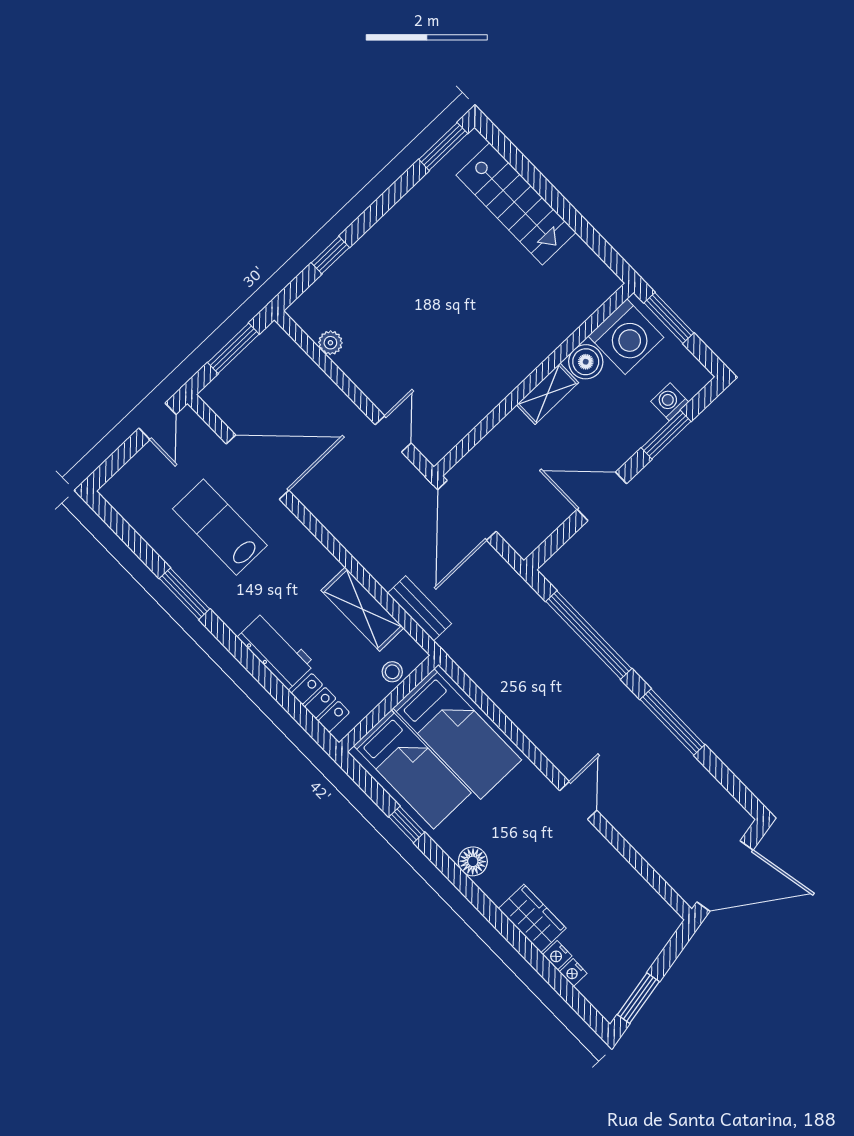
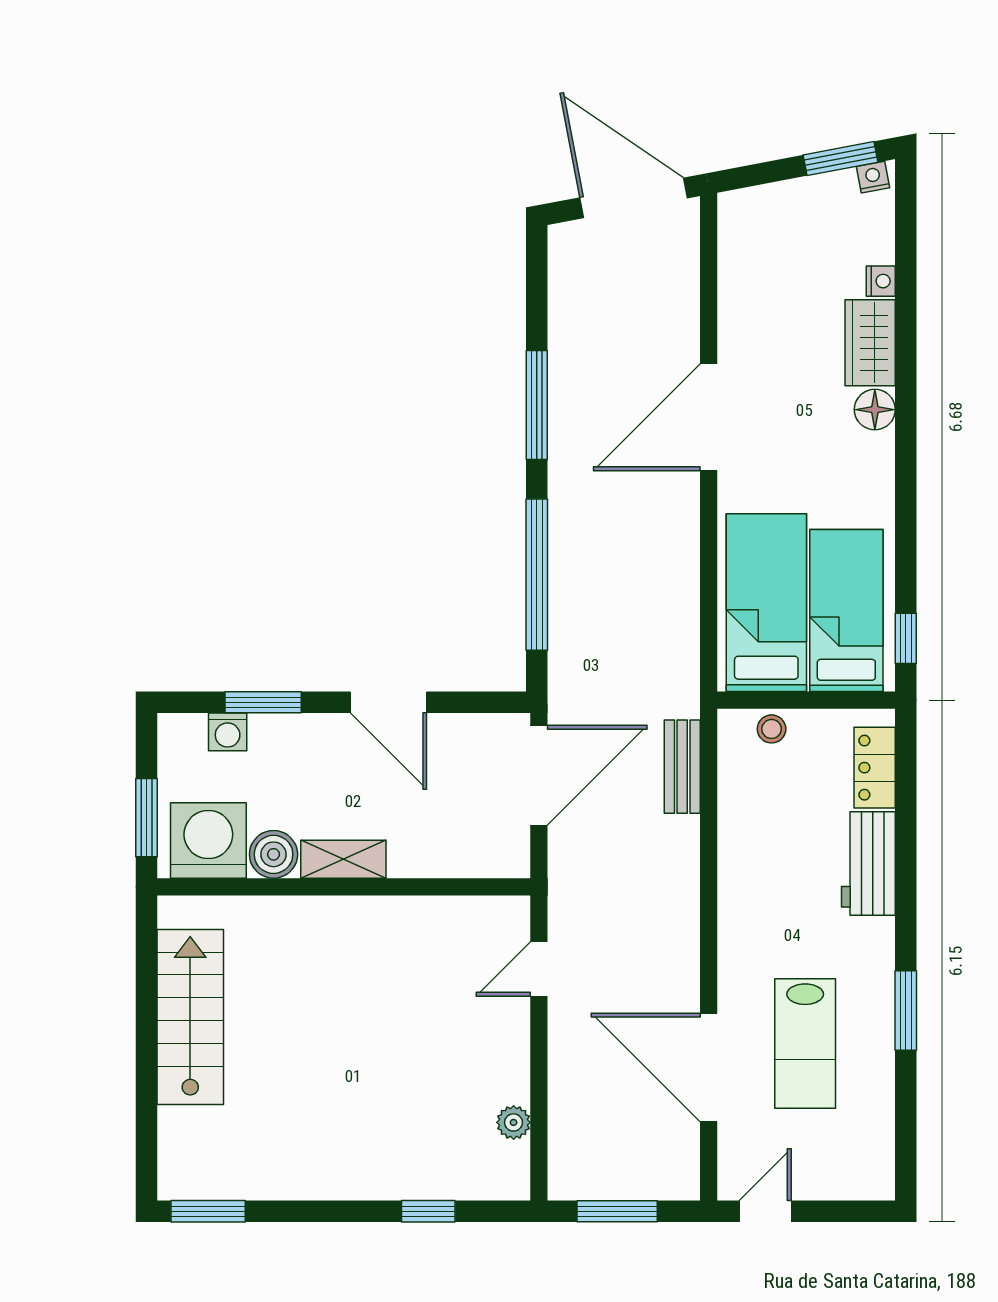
stairs: (516, 204) -> (190, 1017), moved
door: (467, 510) -> (539, 775), moved
shelving: (362, 609) -> (741, 821), removed
door: (578, 800) -> (709, 417), width x1.88
window: (407, 825) -> (906, 638), moved
floor lamp: (473, 861) -> (875, 410), moved
nightstand: (573, 973) -> (873, 177), moved, turned -101

